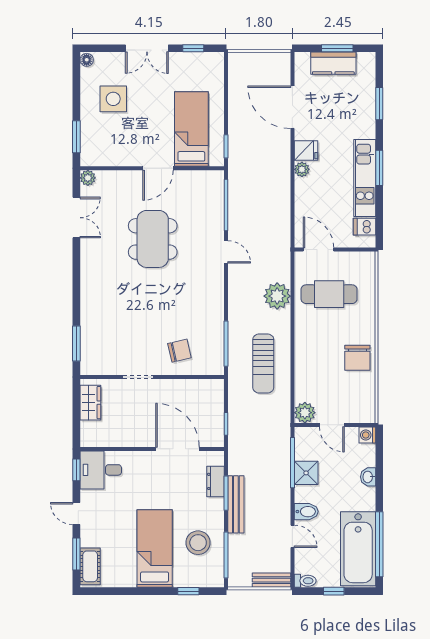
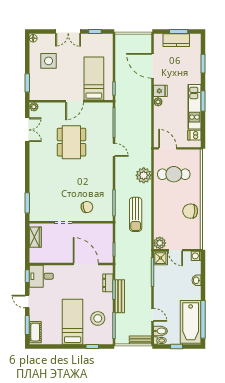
chair: (357, 358) -> (190, 211), turned 93
shower: (306, 473) -> (160, 258), moved
bidet: (306, 512) -> (161, 331), moved

